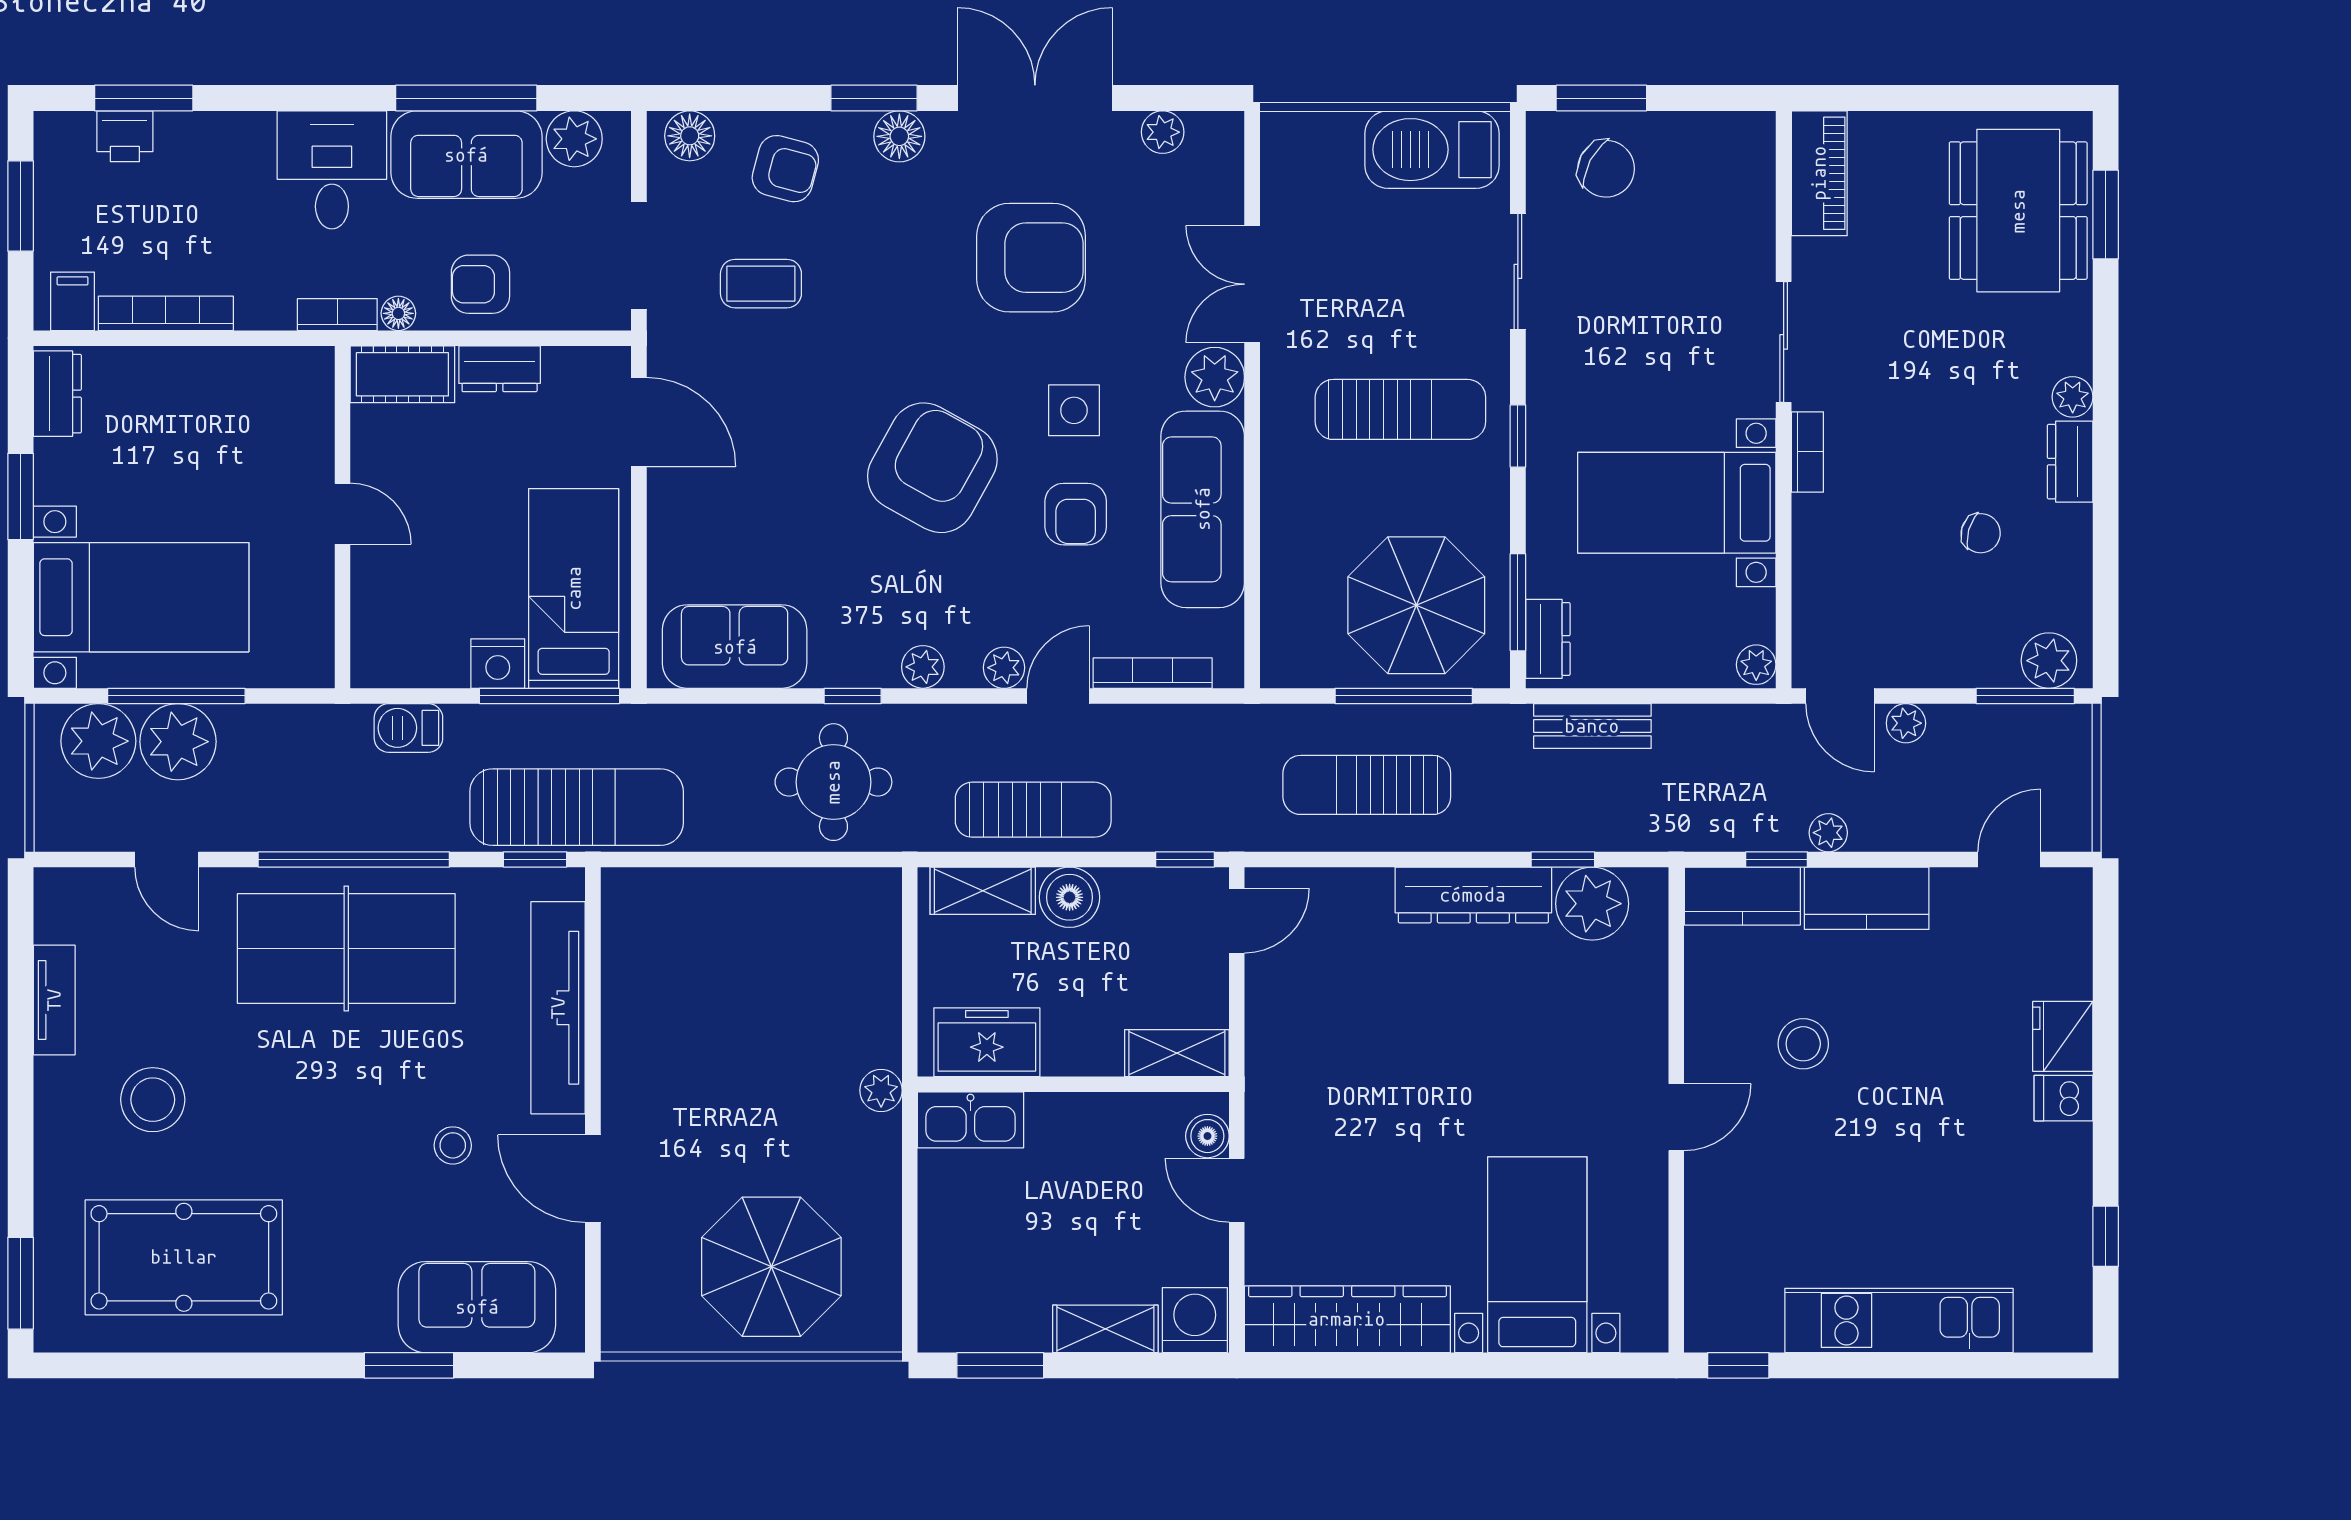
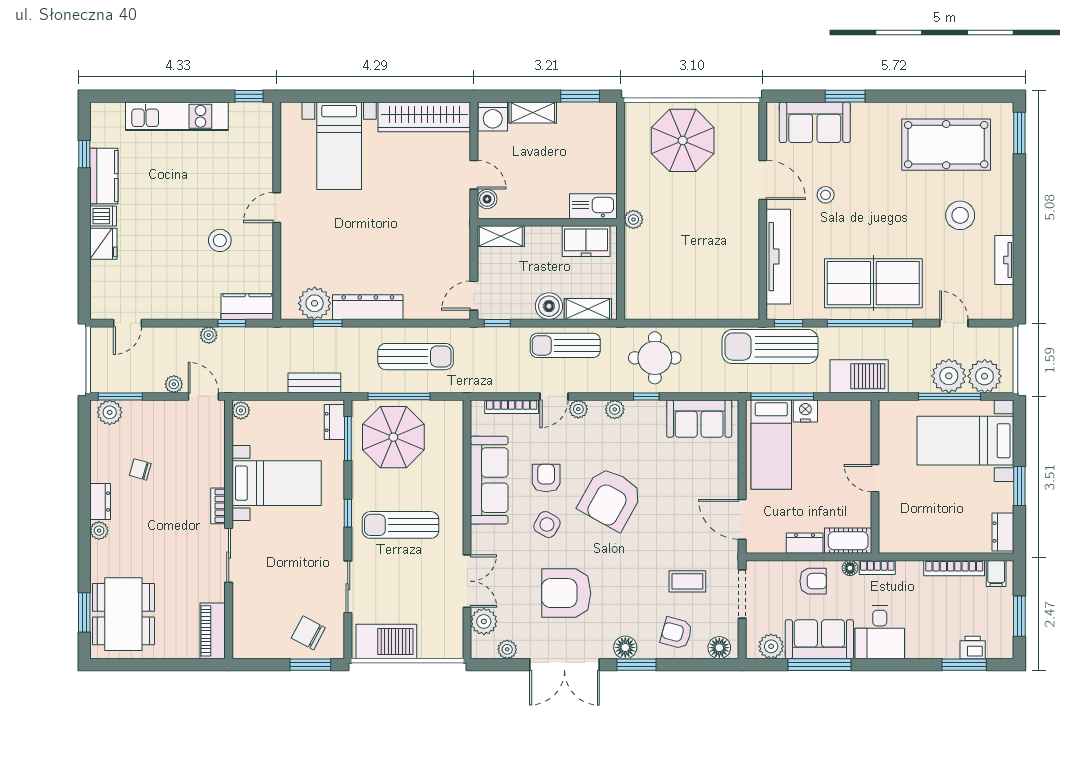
plant: (1215, 377) -> (484, 621), moved
side table: (1074, 410) -> (547, 525), turned 30
barbecue: (408, 728) -> (859, 376), width x1.88, depth x1.53
kitchen counter: (1867, 898) -> (104, 176), moved, turned 90

